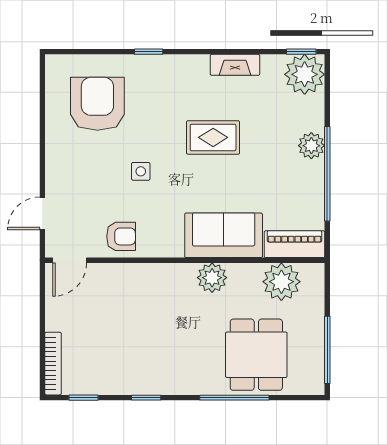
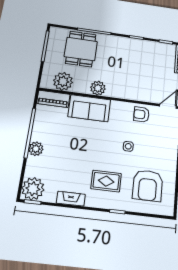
rug: (213, 137) -> (106, 181), moved

